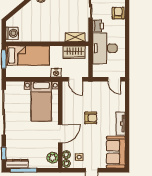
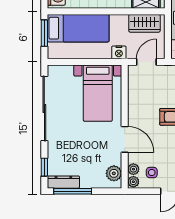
door: (75, 79) -> (146, 62), swing flipped
door: (60, 134) -> (125, 139), hinge flipped

